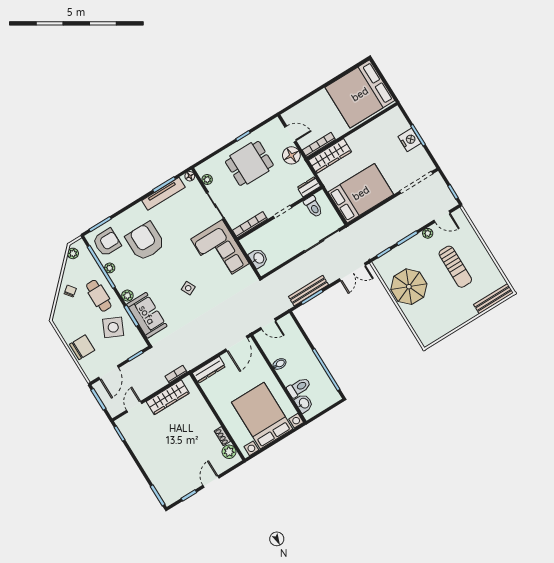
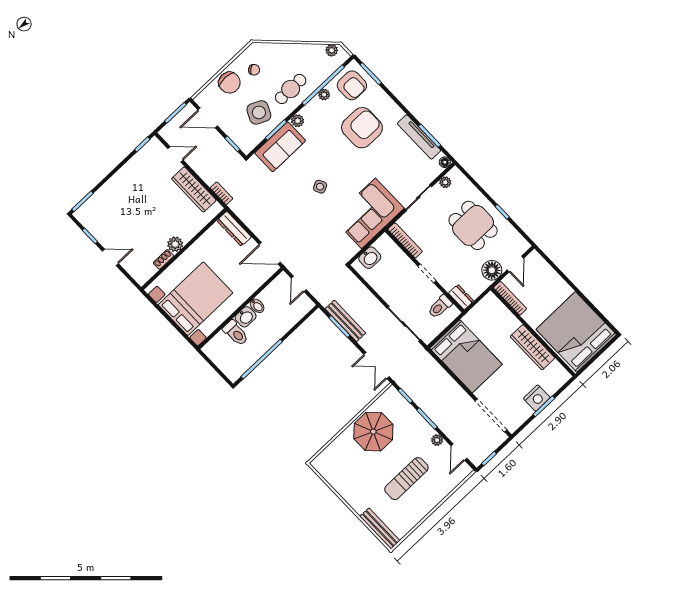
wardrobe: (330, 156) -> (533, 347), moved
chair: (70, 291) -> (254, 70), moved
washbasin: (304, 403) -> (246, 317), moved
plant: (229, 452) -> (175, 244), moved

